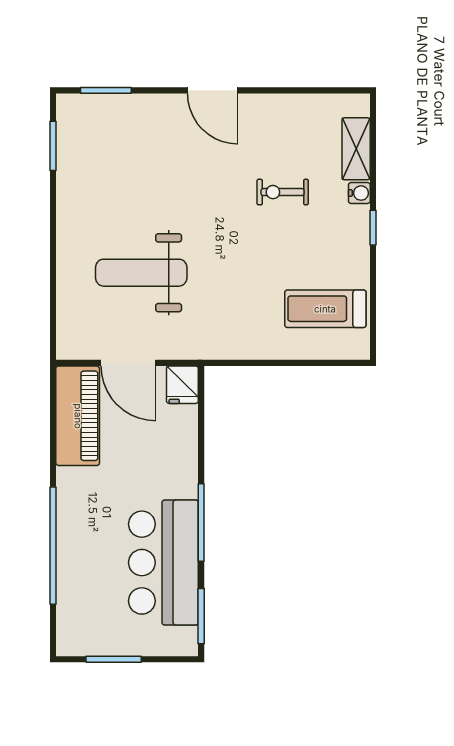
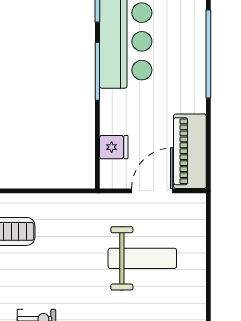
door: (128, 363) -> (152, 191), hinge flipped
fridge: (182, 385) -> (114, 147), moved, turned 90

